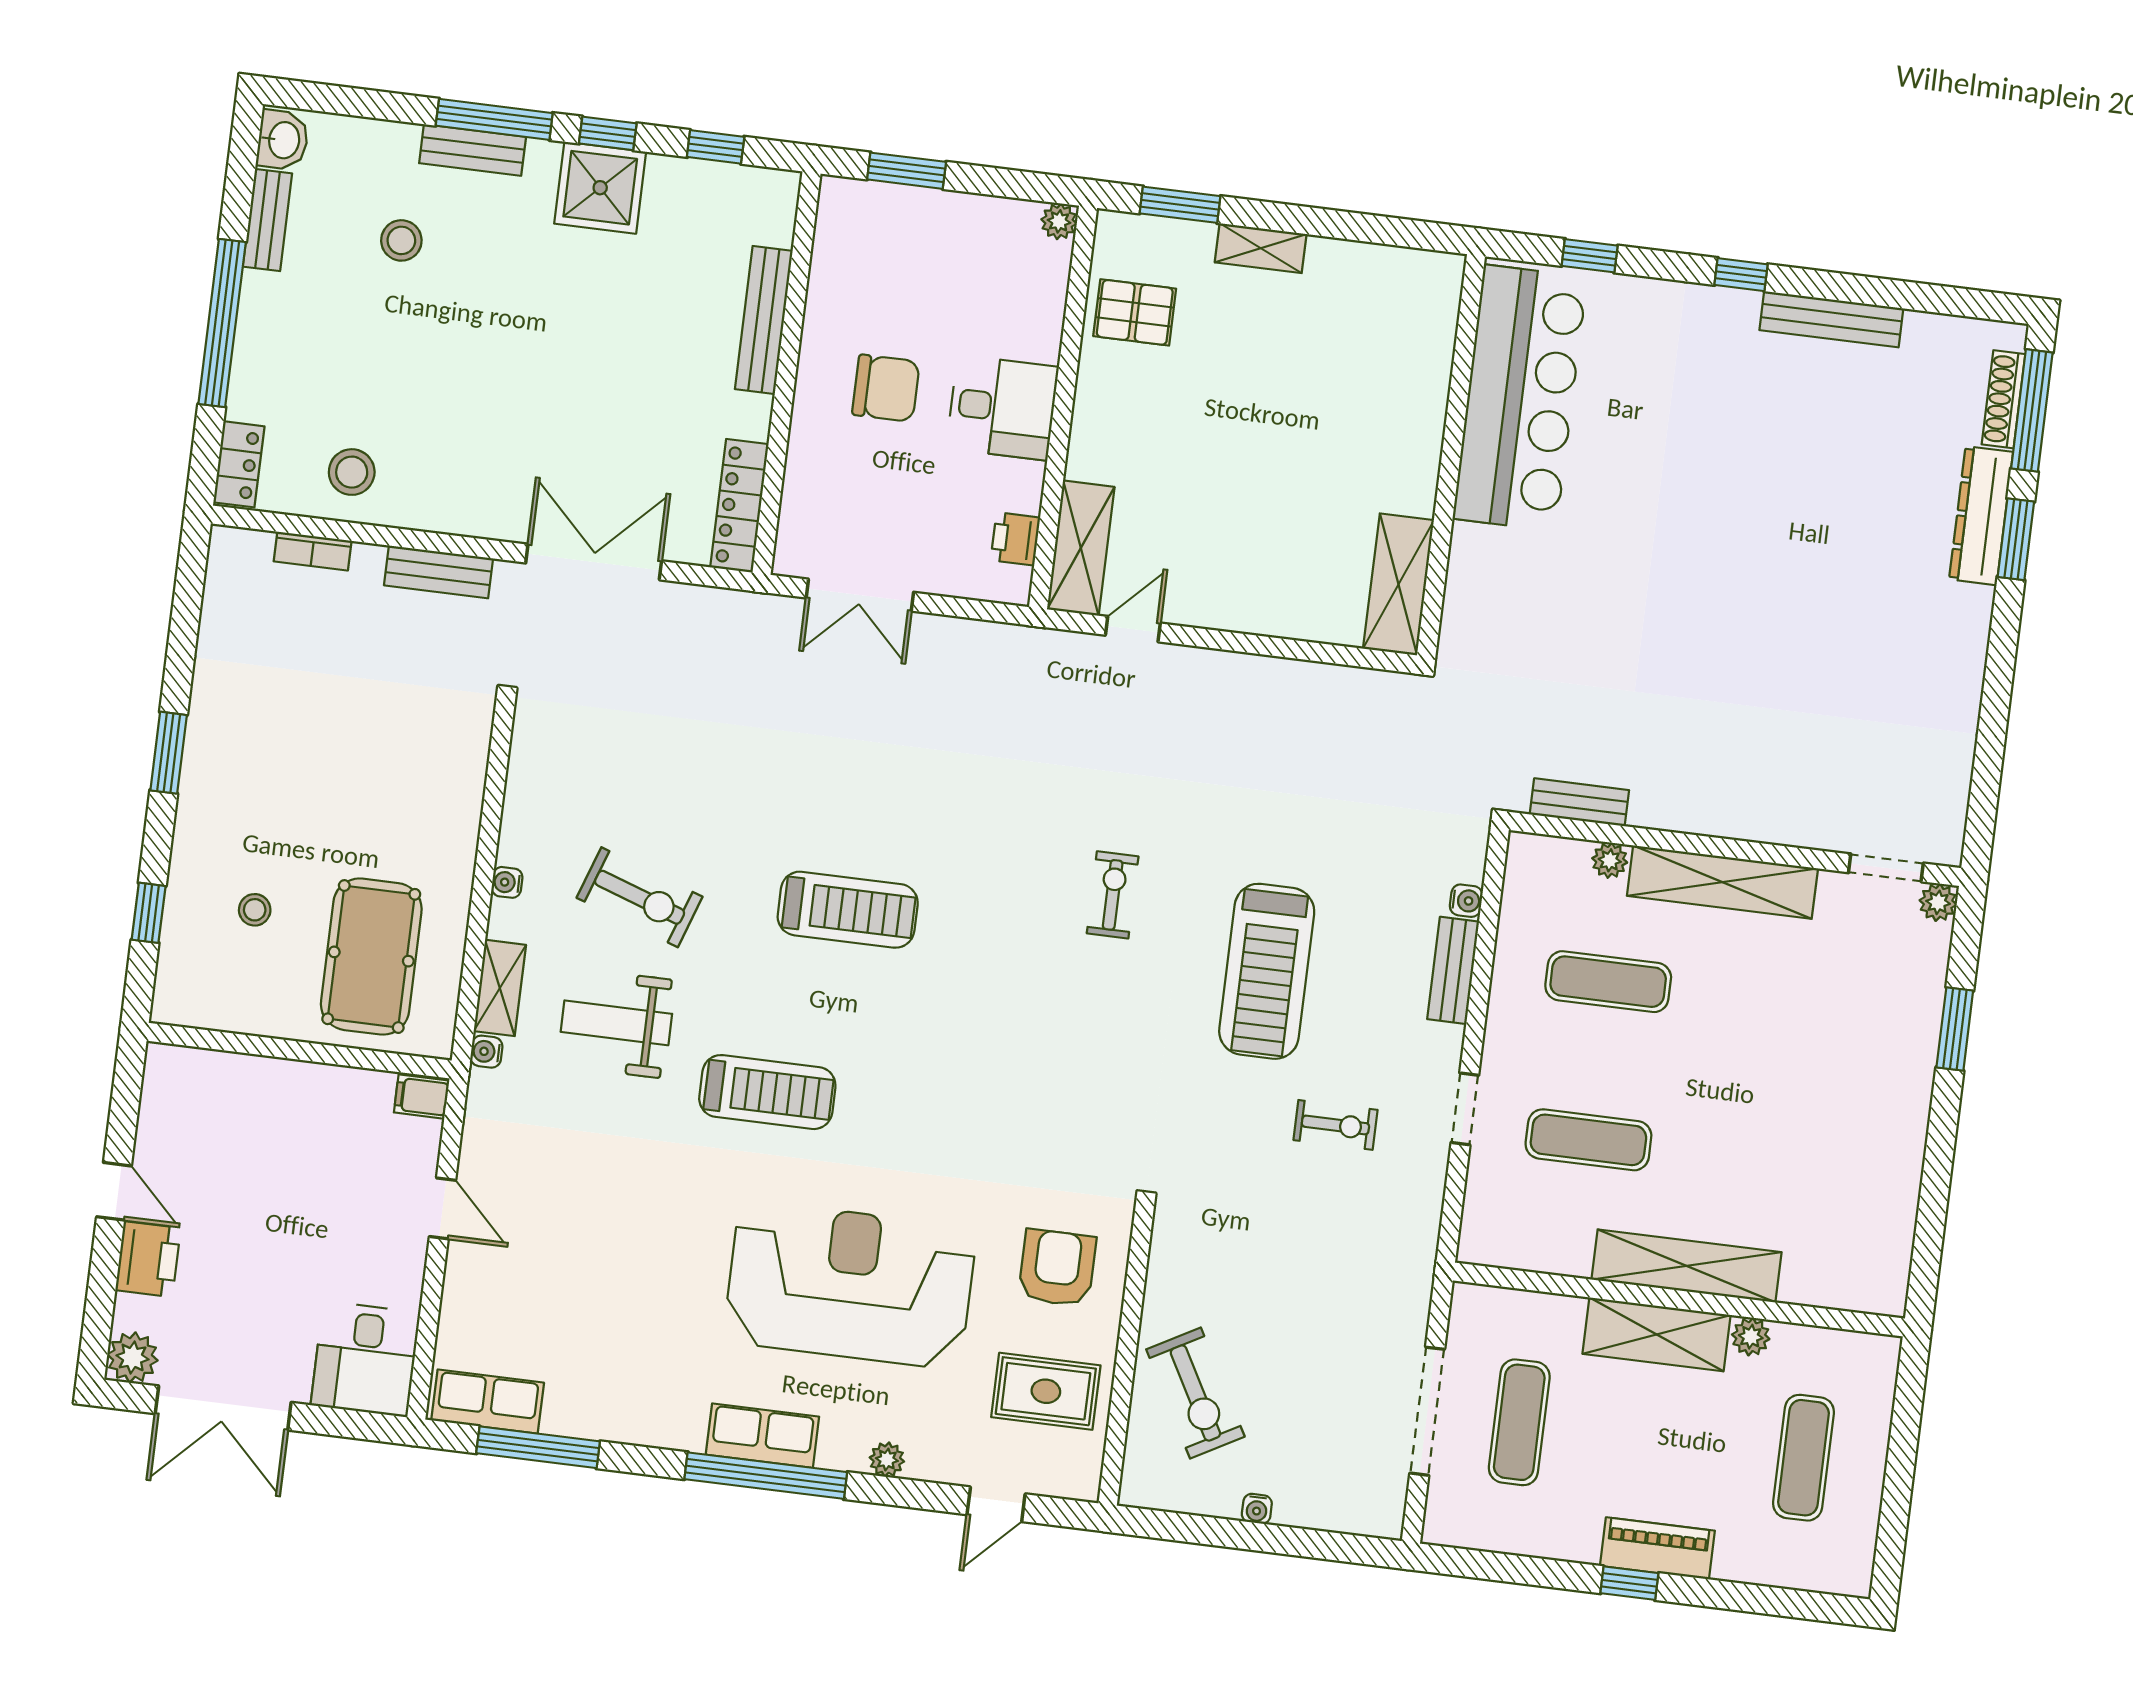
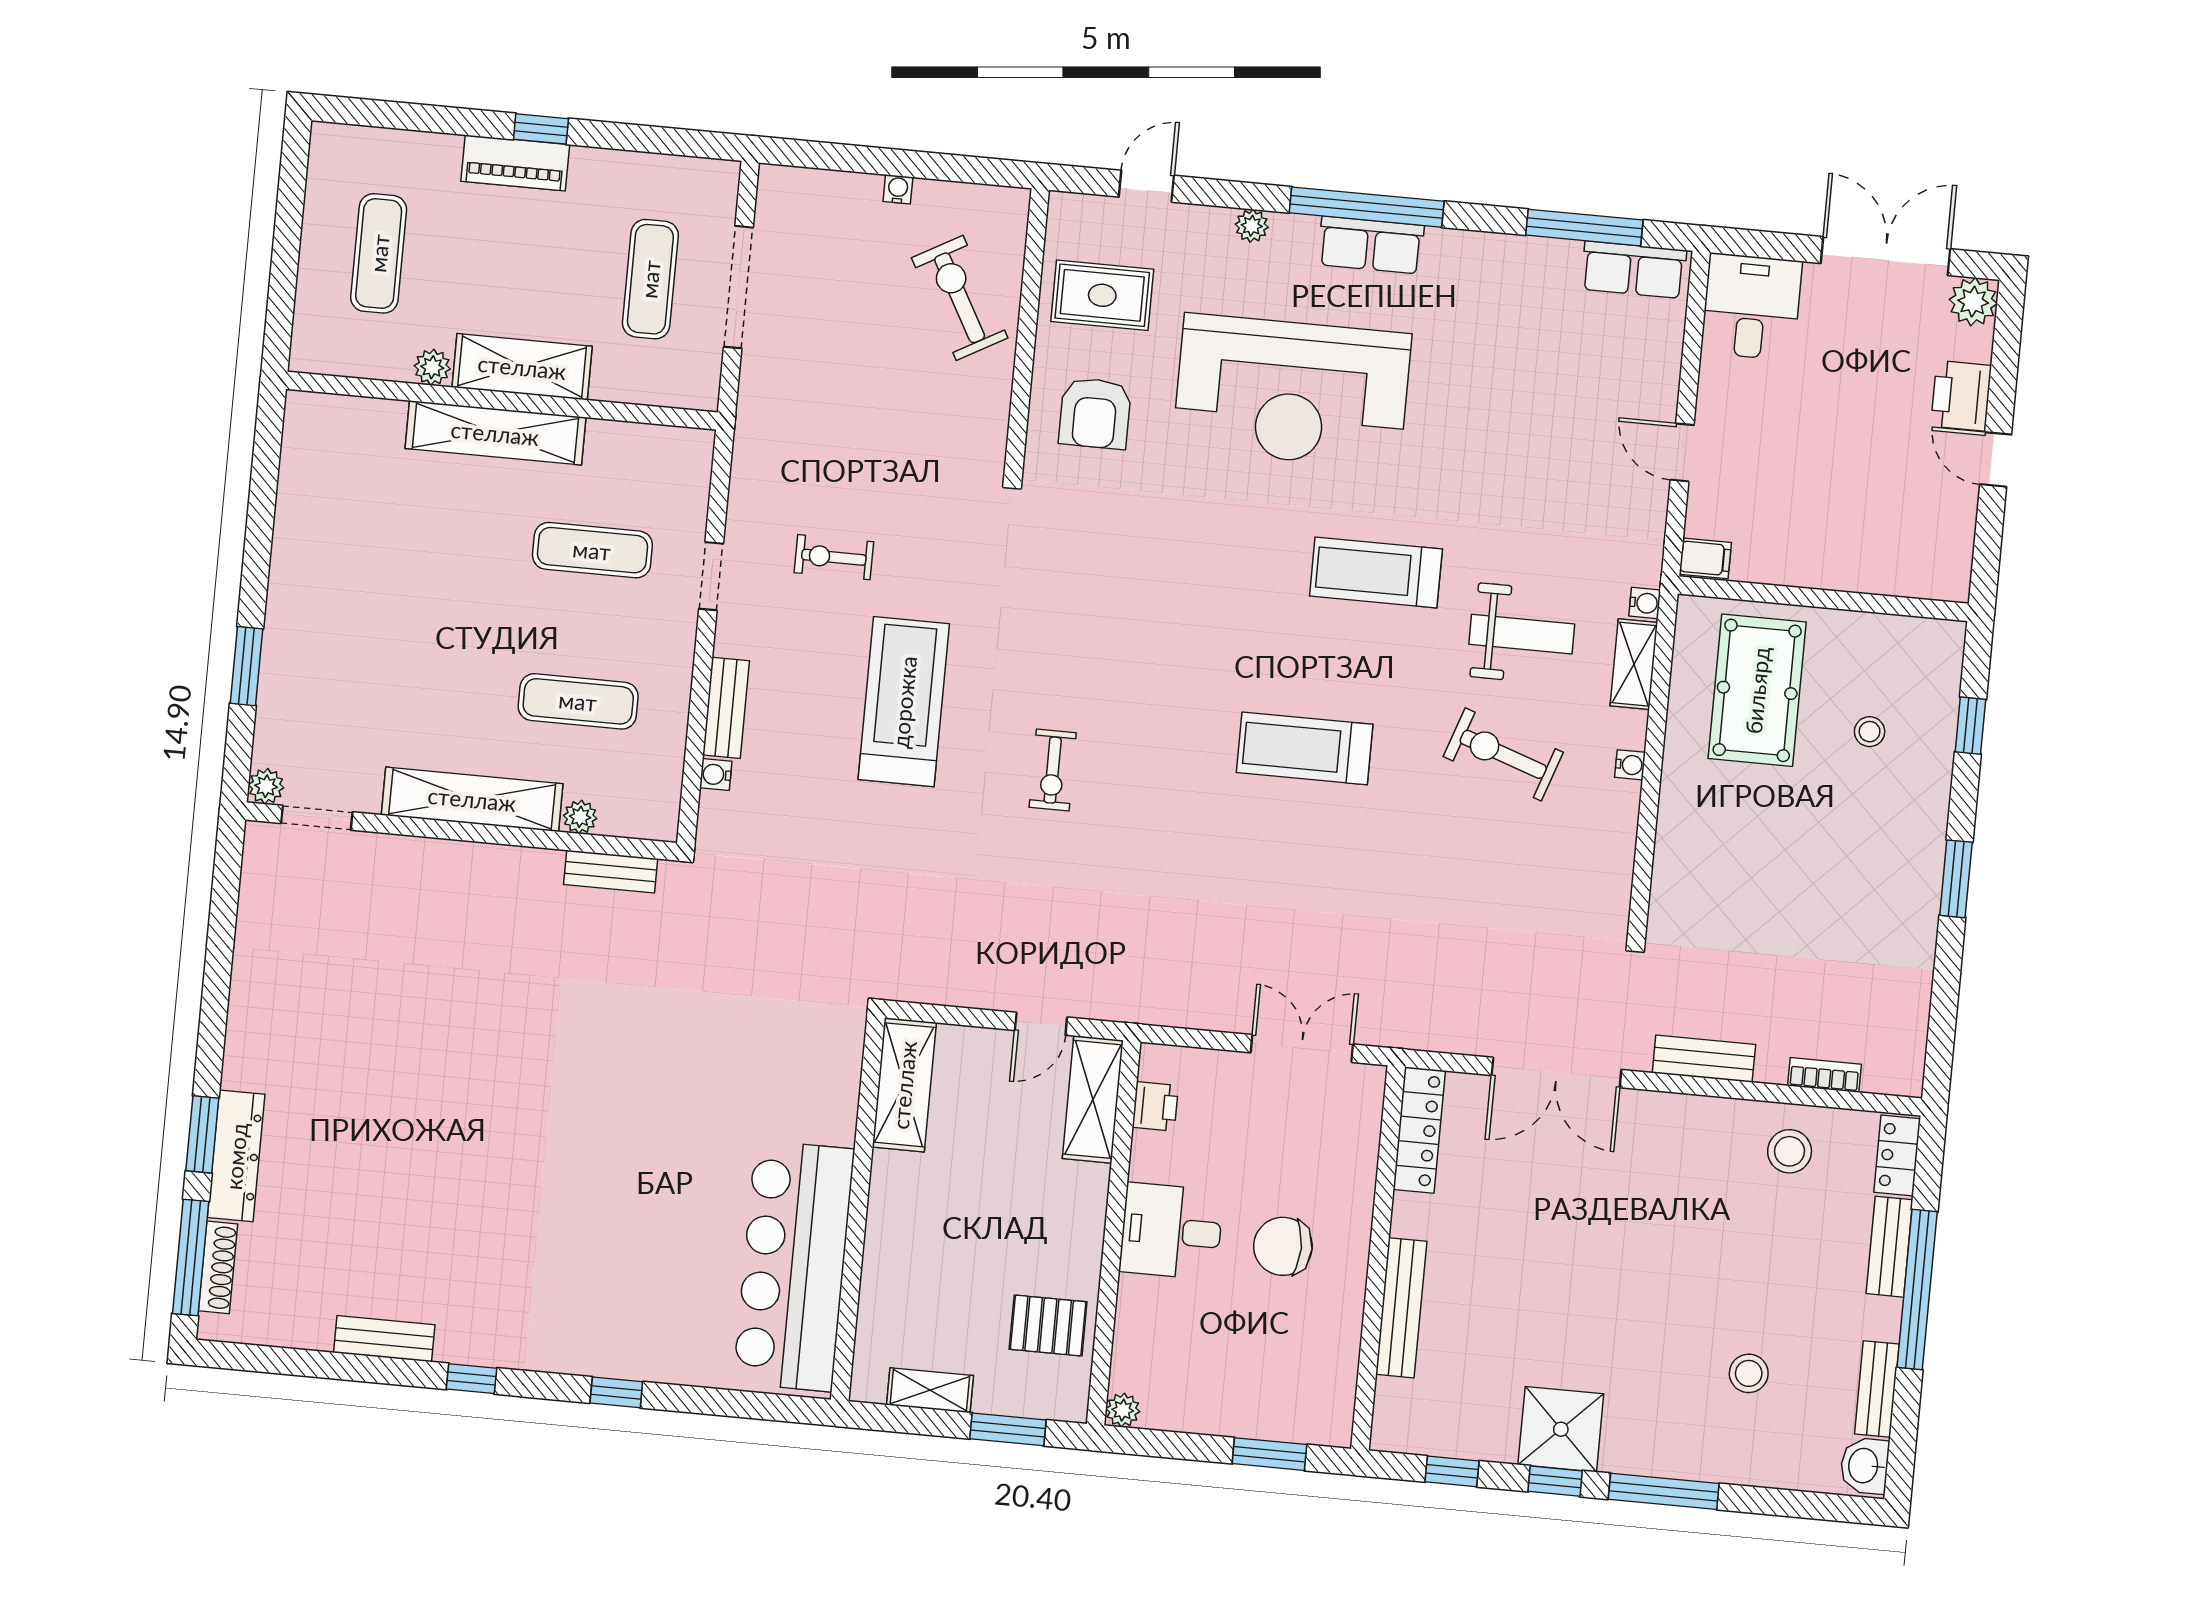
bench: (473, 150) -> (1889, 1247), moved, turned 90
bench: (1831, 319) -> (384, 1339), width x0.73
bar counter: (1520, 398) -> (794, 1266), moved
wall: (1451, 456) -> (858, 1209), moved
shelving: (1398, 584) -> (904, 1085), moved

